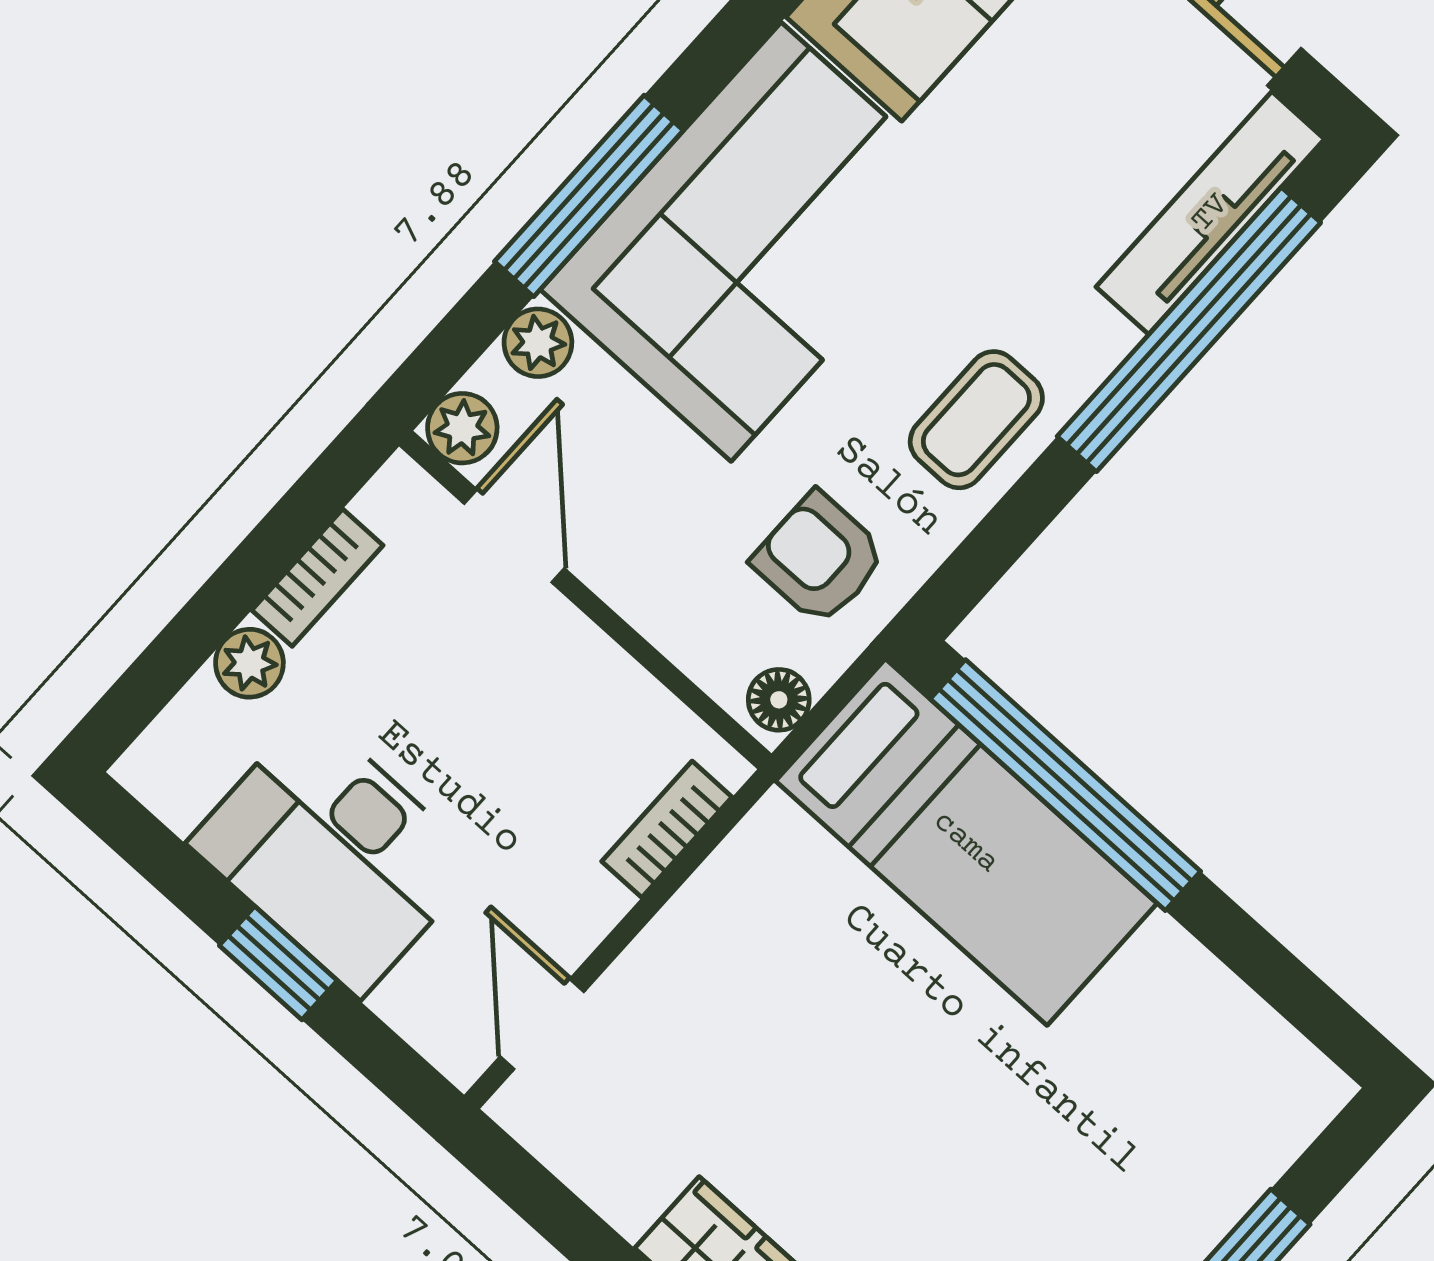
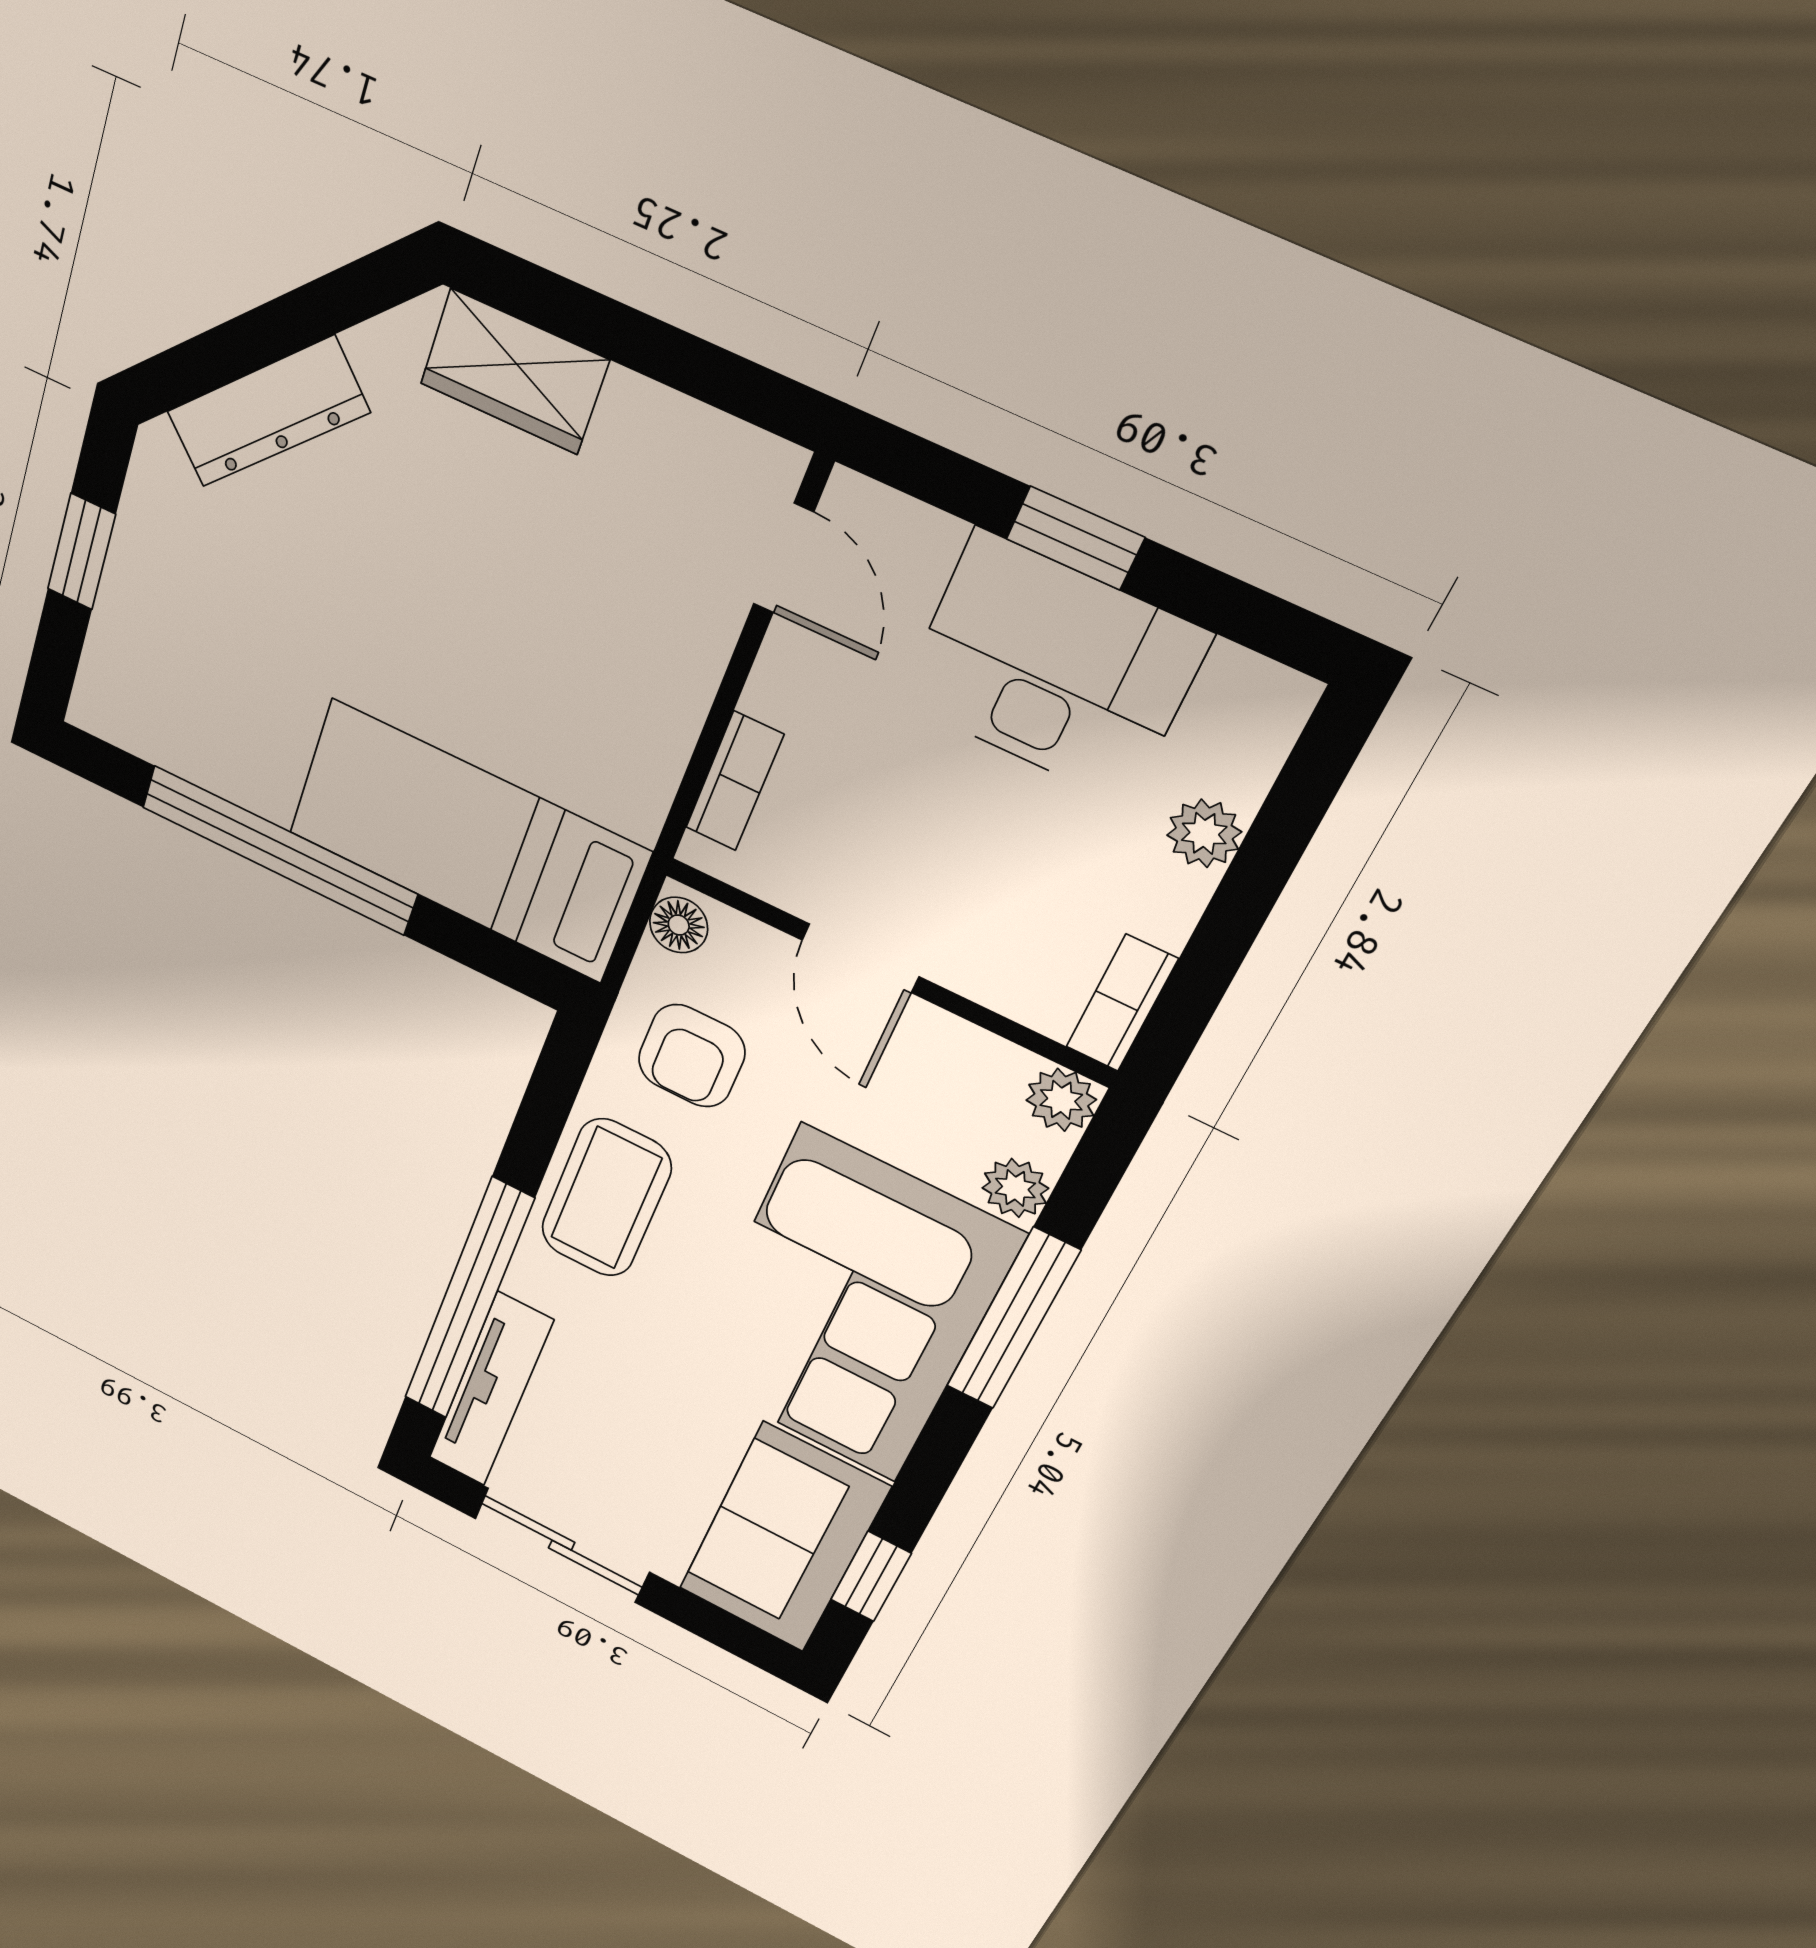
coffee table: (976, 420) -> (606, 1198), width x1.36, depth x1.30
door: (514, 536) -> (860, 958), moved
armchair: (819, 558) -> (692, 1056), turned 90
bookcase: (317, 578) -> (1122, 1003), moved
window: (1065, 785) -> (279, 850), moved

